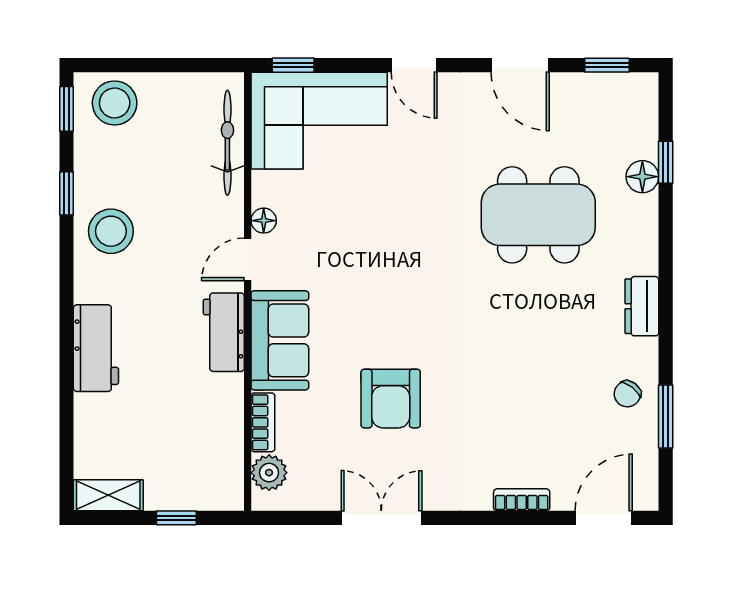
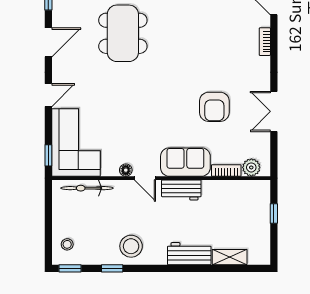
stool: (115, 103) -> (67, 244), width x0.53, depth x0.53
armchair: (391, 399) -> (214, 107), turned 90
shelving: (108, 495) -> (230, 257), moved, turned 90

